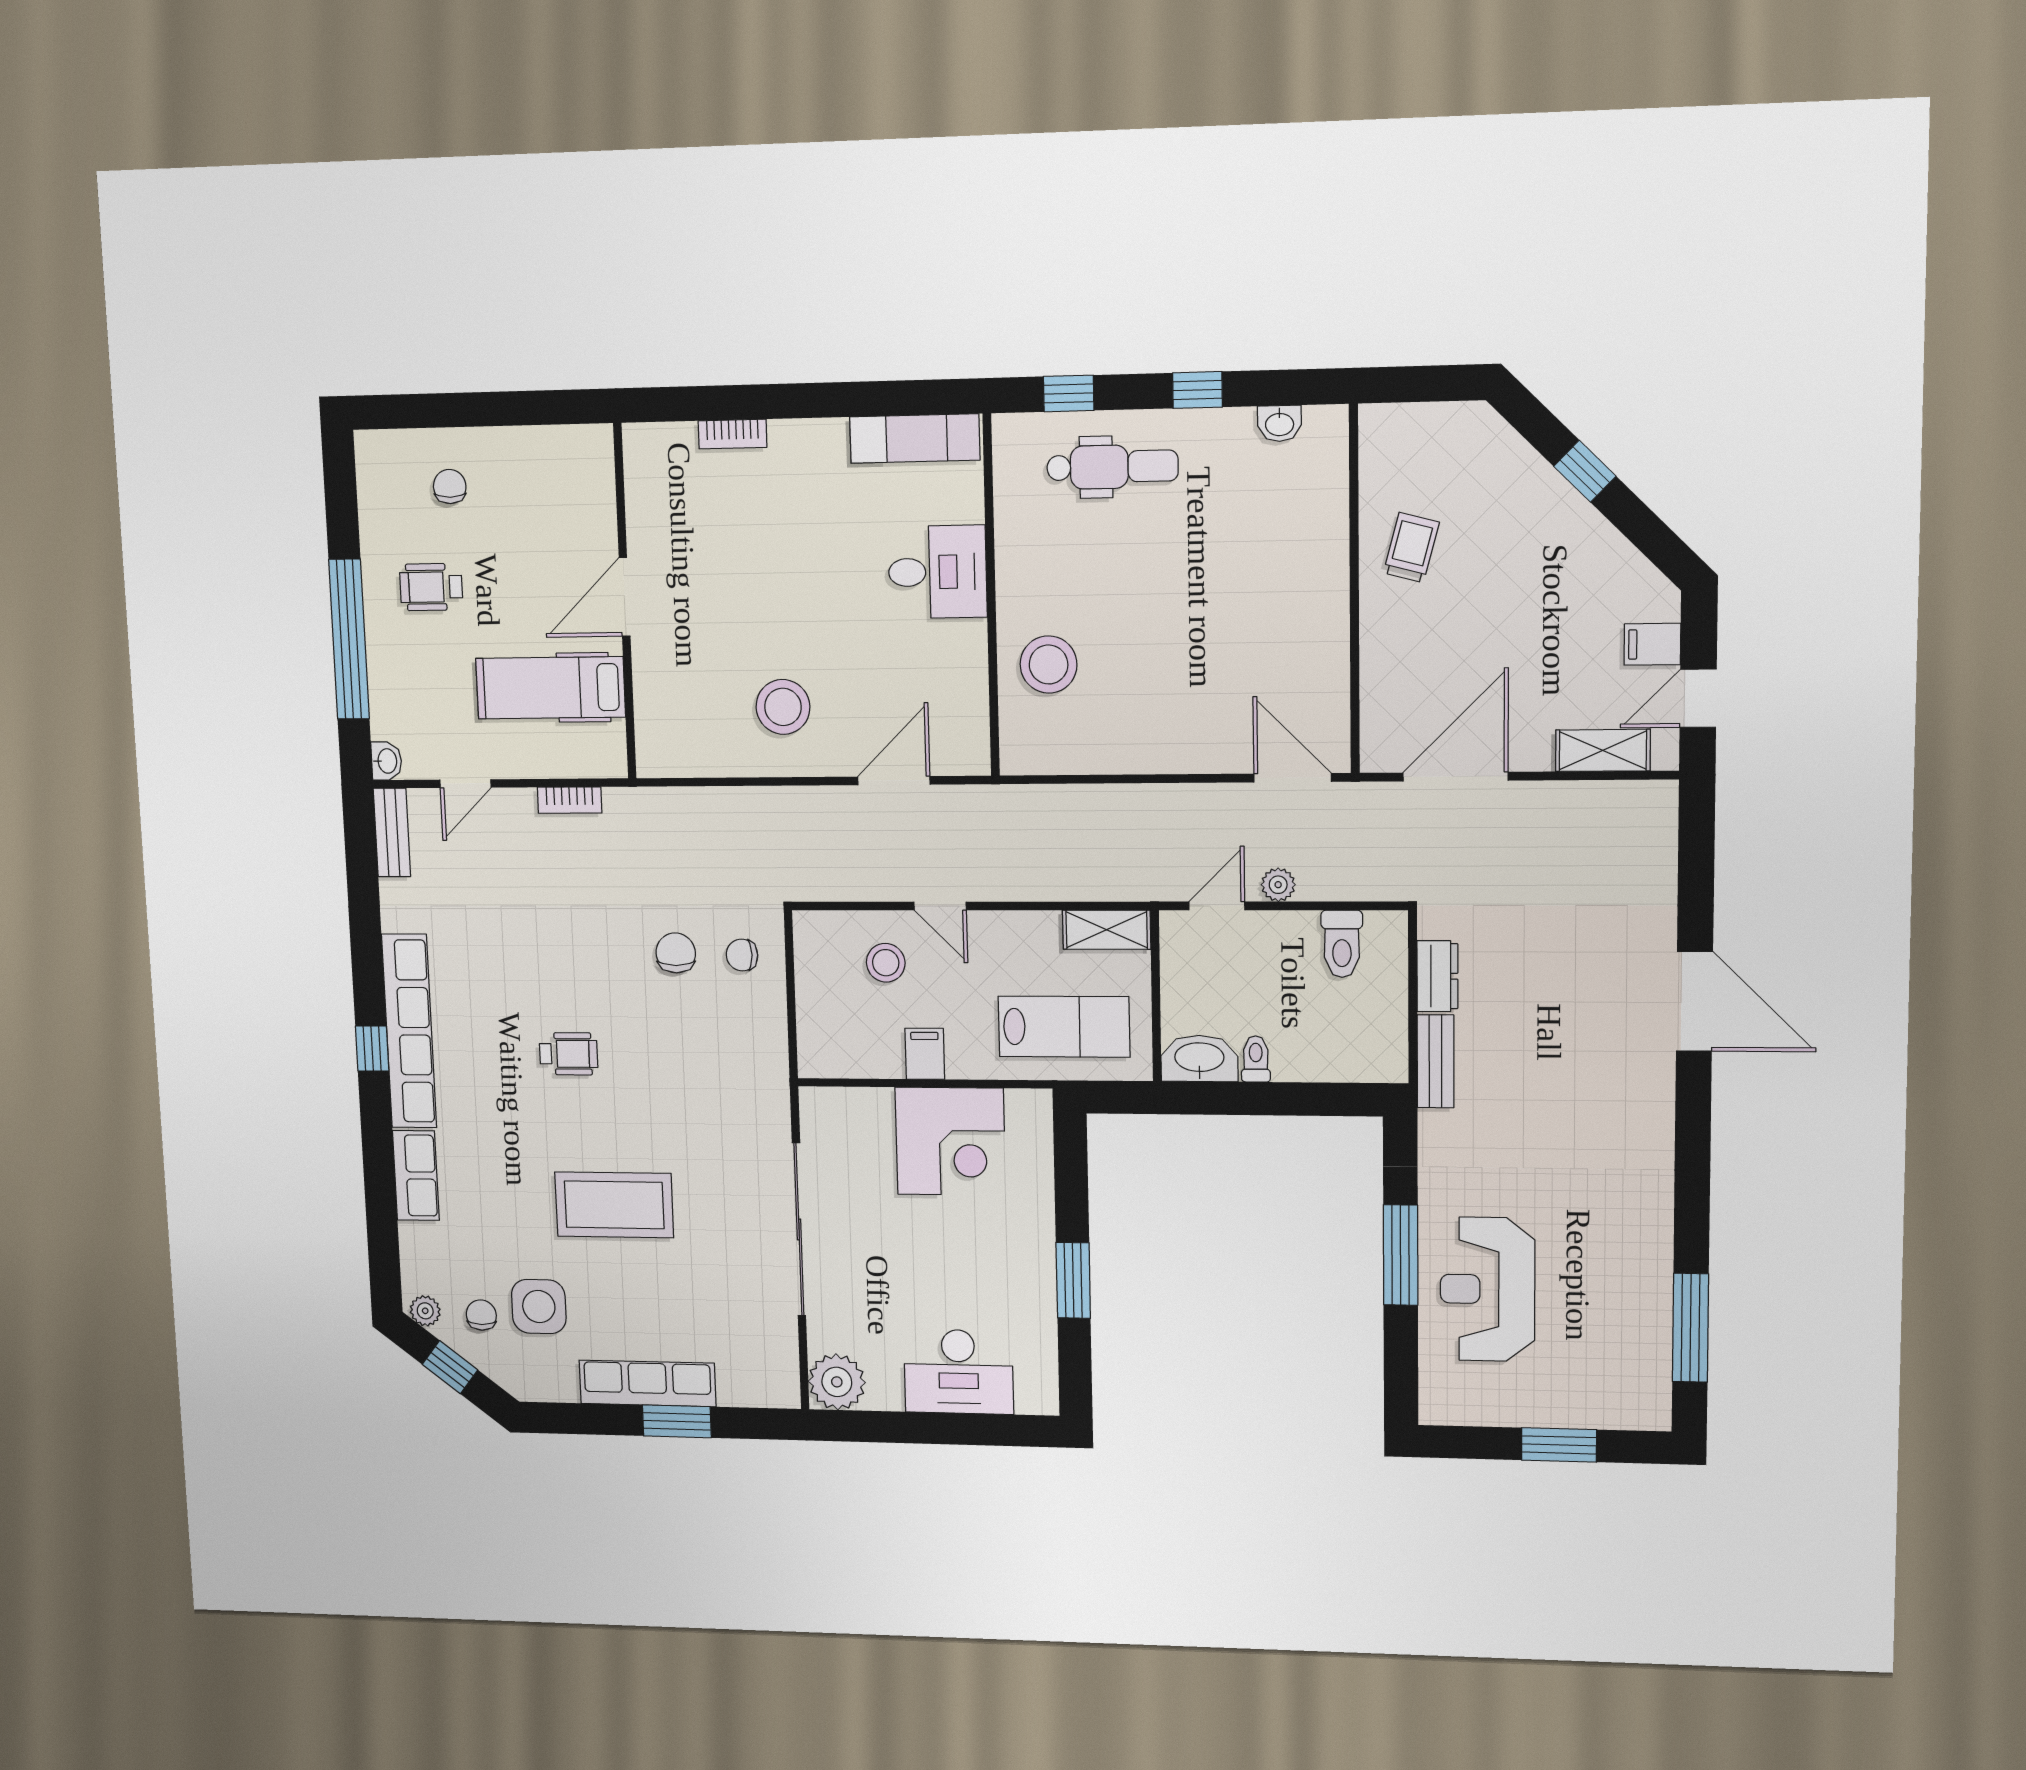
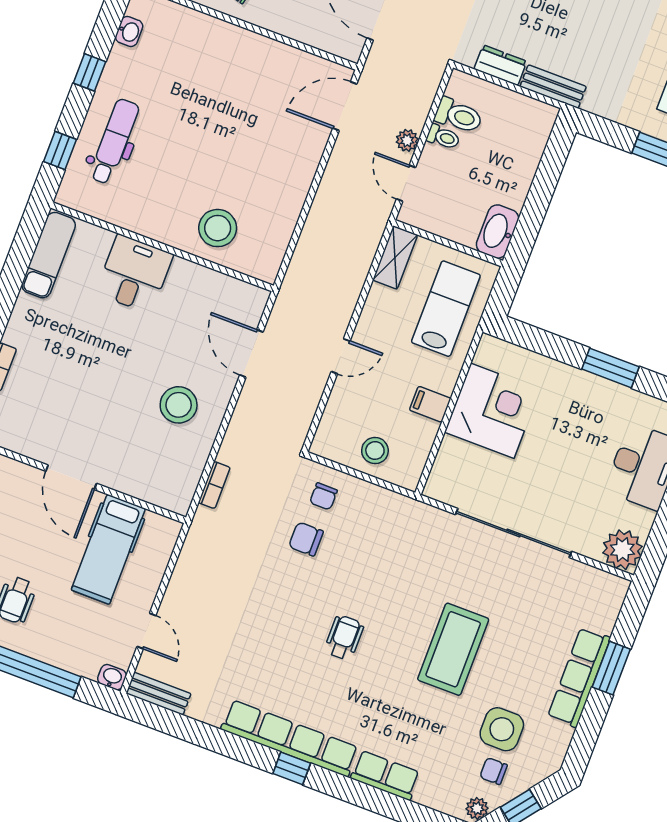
bookcase: (570, 800) -> (214, 485), moved
stool: (886, 963) -> (375, 451), moved
toilet: (1256, 1059) -> (443, 137), moved, turned 180

